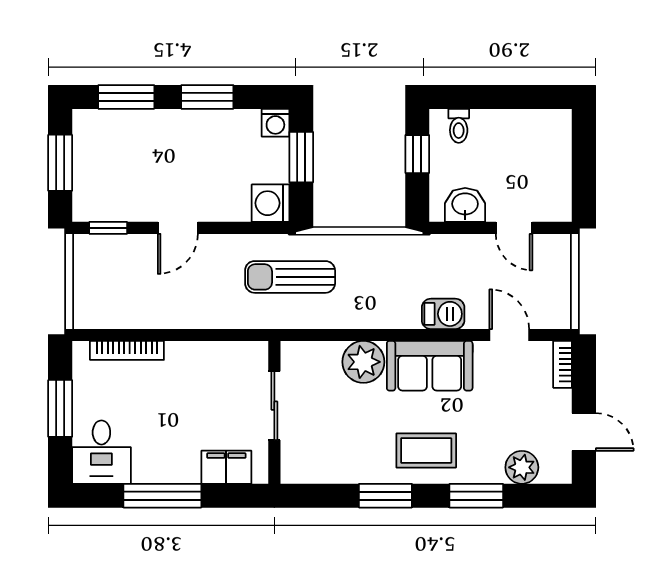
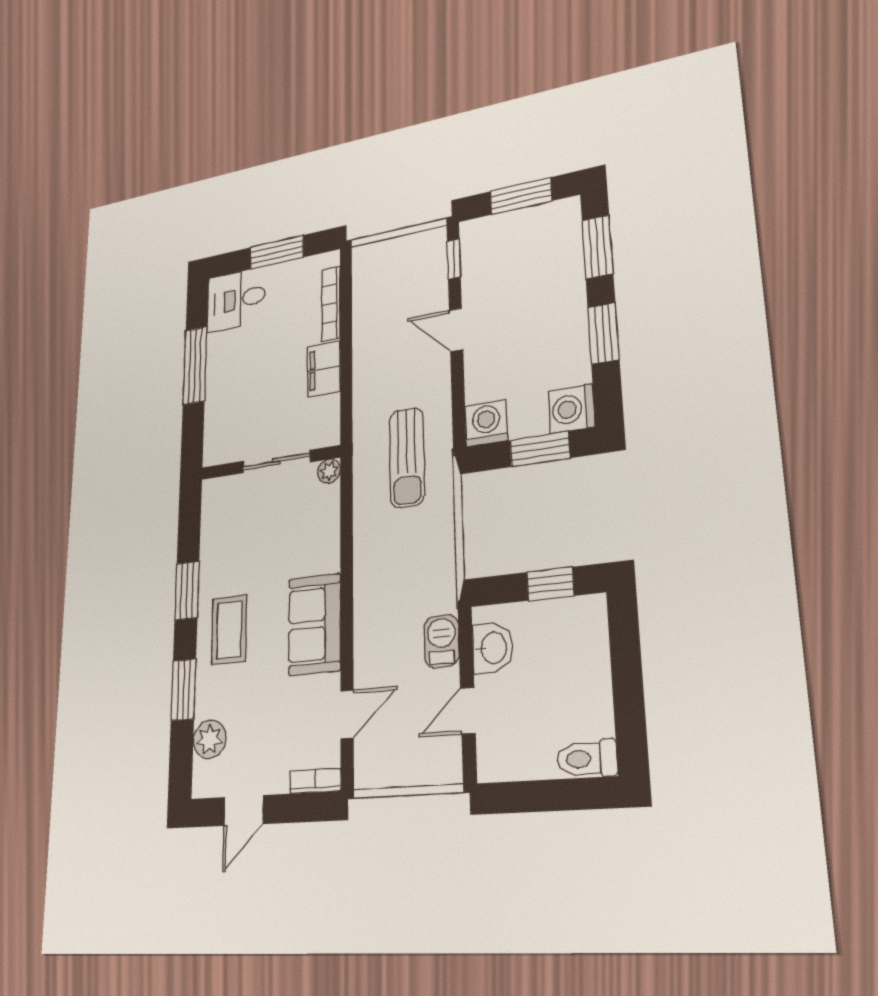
washing machine: (275, 123) -> (572, 409), width x1.38, depth x1.38
toilet: (459, 126) -> (587, 759), moved, width x1.37, depth x1.39
sun lounger: (290, 277) -> (407, 457), turned 180
barbecue: (443, 314) -> (442, 641), moved, turned 180
plant: (363, 362) -> (329, 471), moved, width x0.53, depth x0.53
filing cabinet: (226, 467) -> (324, 369), moved, turned 180

